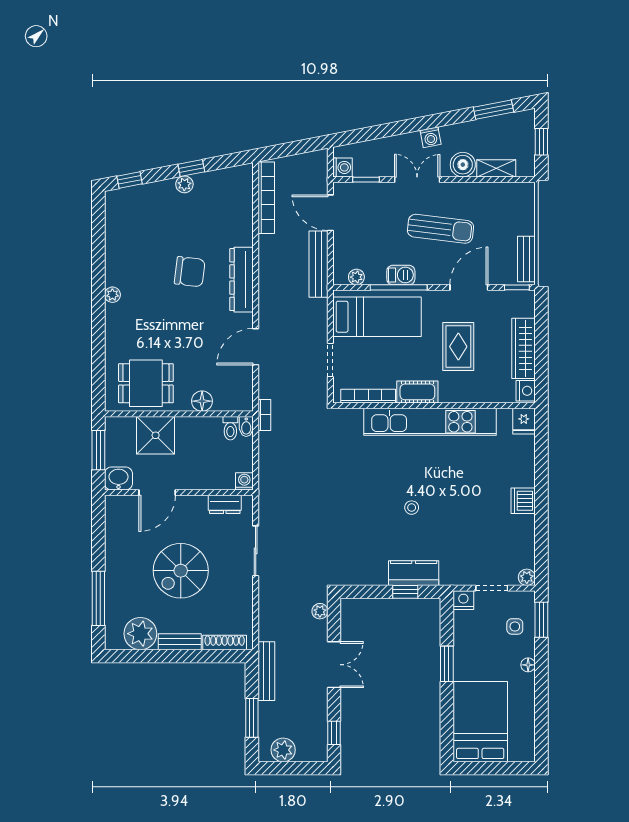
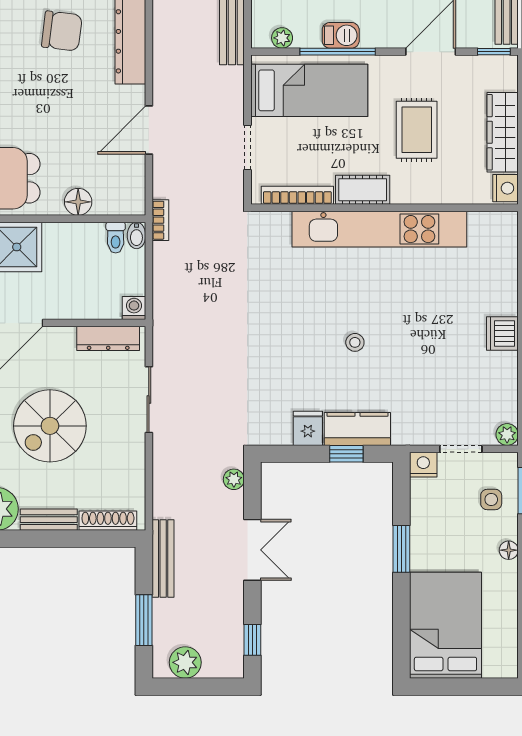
fridge: (524, 421) -> (308, 428), moved, turned 180
dresser: (225, 504) -> (108, 338), width x1.44

